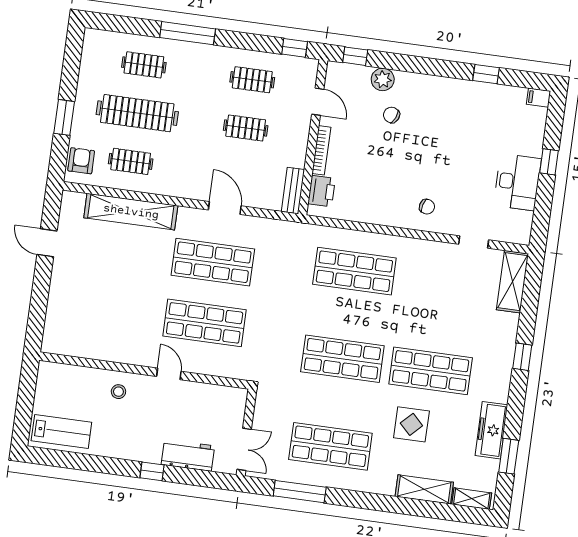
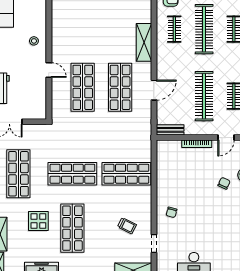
clothes rail: (246, 128) -> (204, 96), width x1.86, depth x1.31
printer: (322, 191) -> (172, 147), removed
shelving: (131, 212) -> (144, 42), width x0.68
shop shelf: (354, 271) -> (126, 174), turned 90
trolley: (439, 282) -> (127, 226), added
shop shelf: (342, 359) -> (72, 174), turned 90
door: (169, 374) -> (49, 70), hinge flipped

